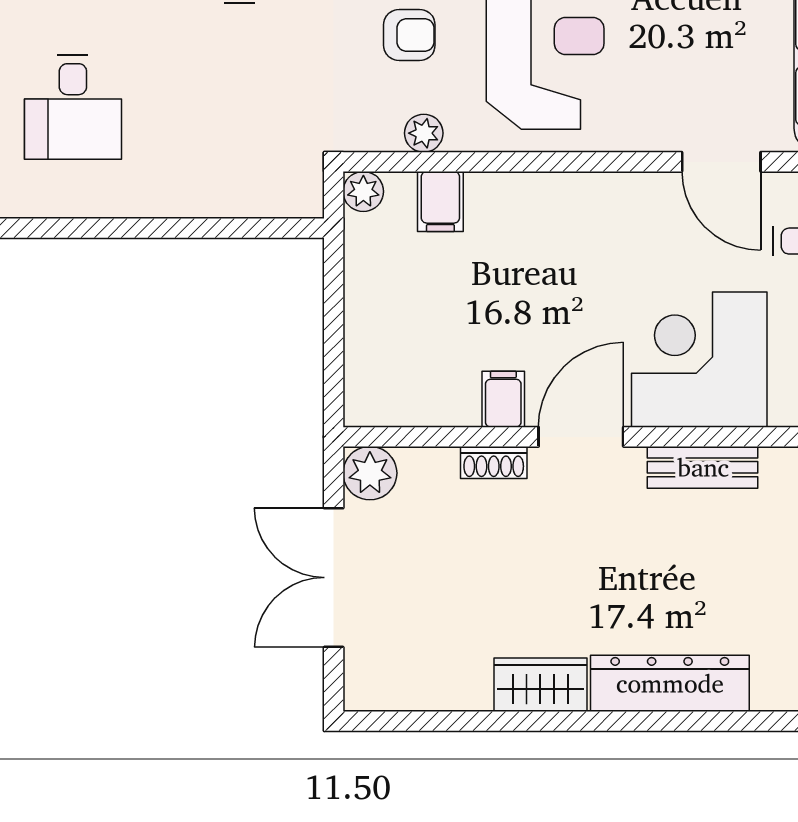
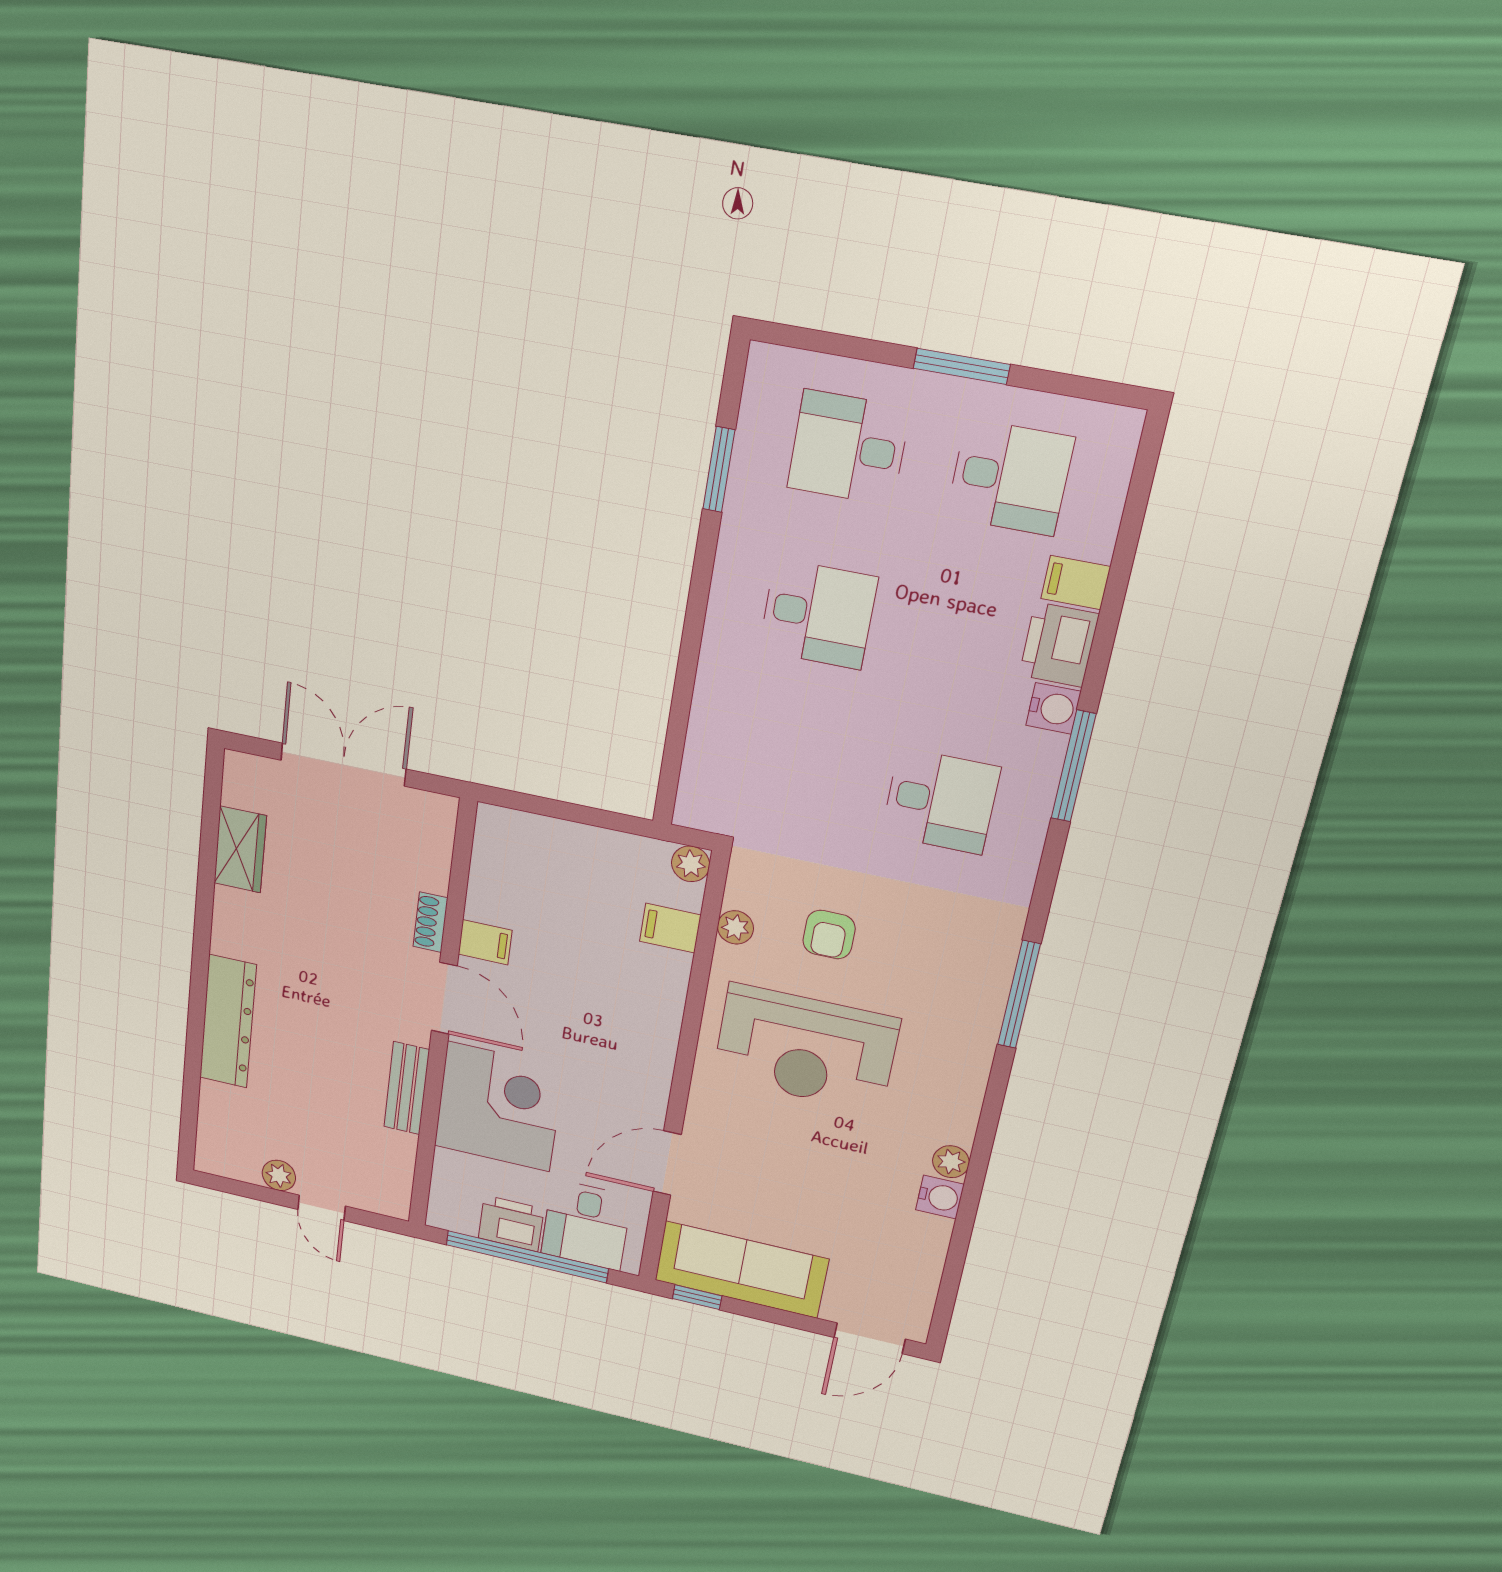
desk: (73, 107) -> (818, 614), turned 180
plant: (370, 473) -> (433, 816), removed
wardrobe: (540, 685) -> (240, 849), moved

